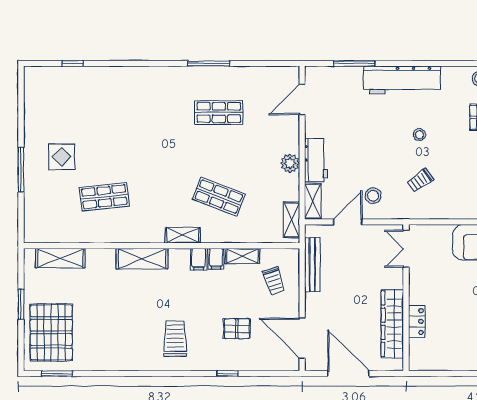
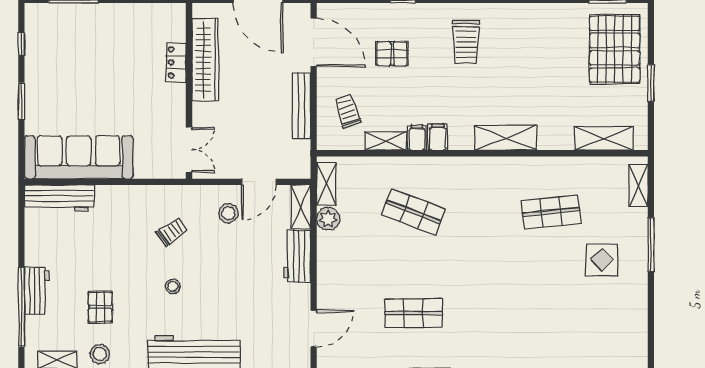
plant: (290, 163) -> (328, 219), moved
shelving: (183, 235) -> (638, 185), moved, turned 90
bench: (312, 265) -> (301, 105), moved

